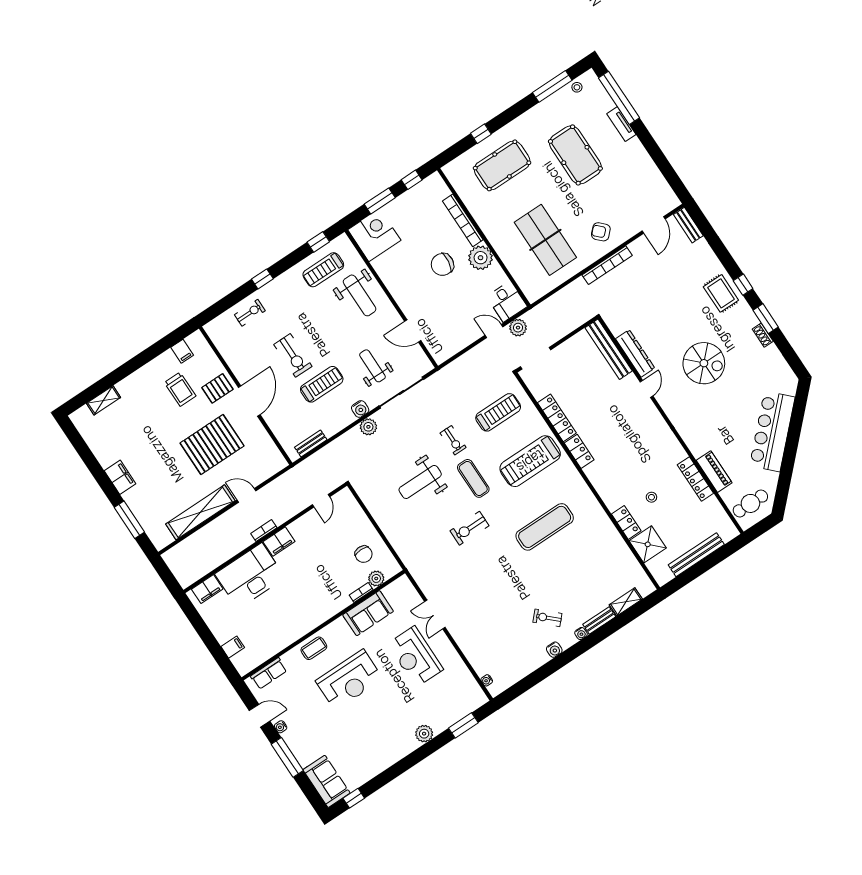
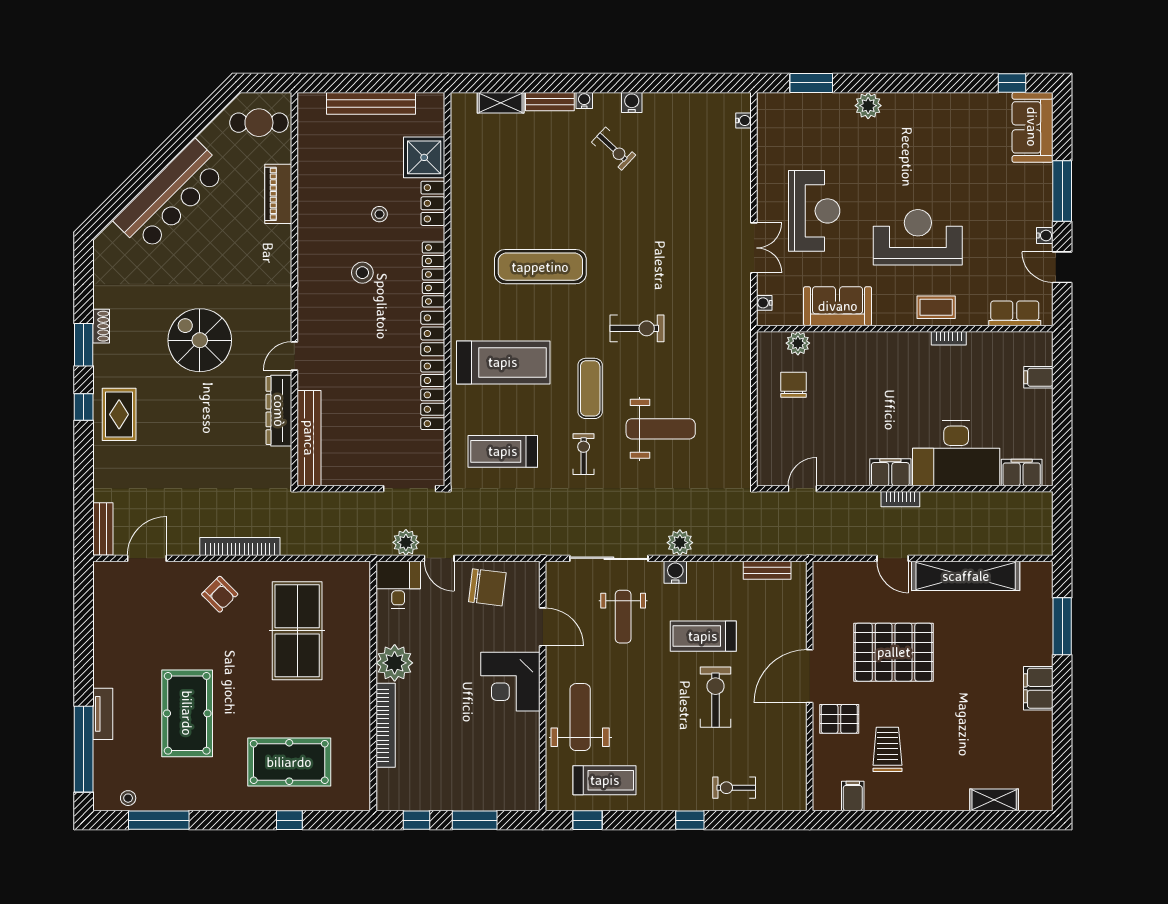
corner desk: (374, 235) -> (510, 682), moved
chair: (442, 264) -> (487, 587), moved
stool: (640, 459) -> (362, 273), added
locker: (695, 479) -> (434, 274), moved, turned 180
water cooler: (409, 588) -> (764, 303), added
bookcase: (361, 592) -> (949, 338), moved

